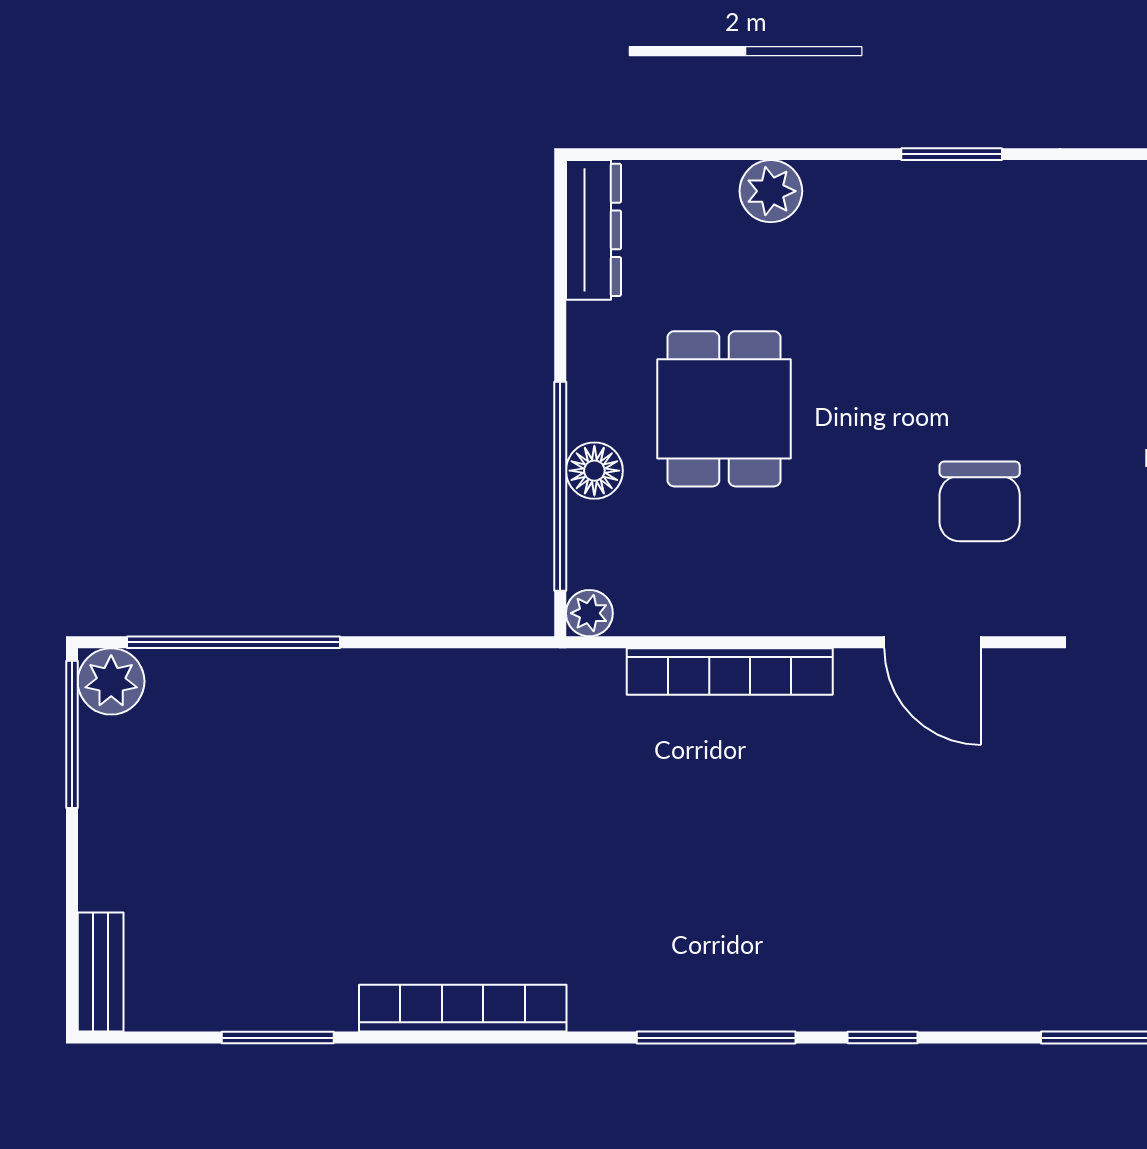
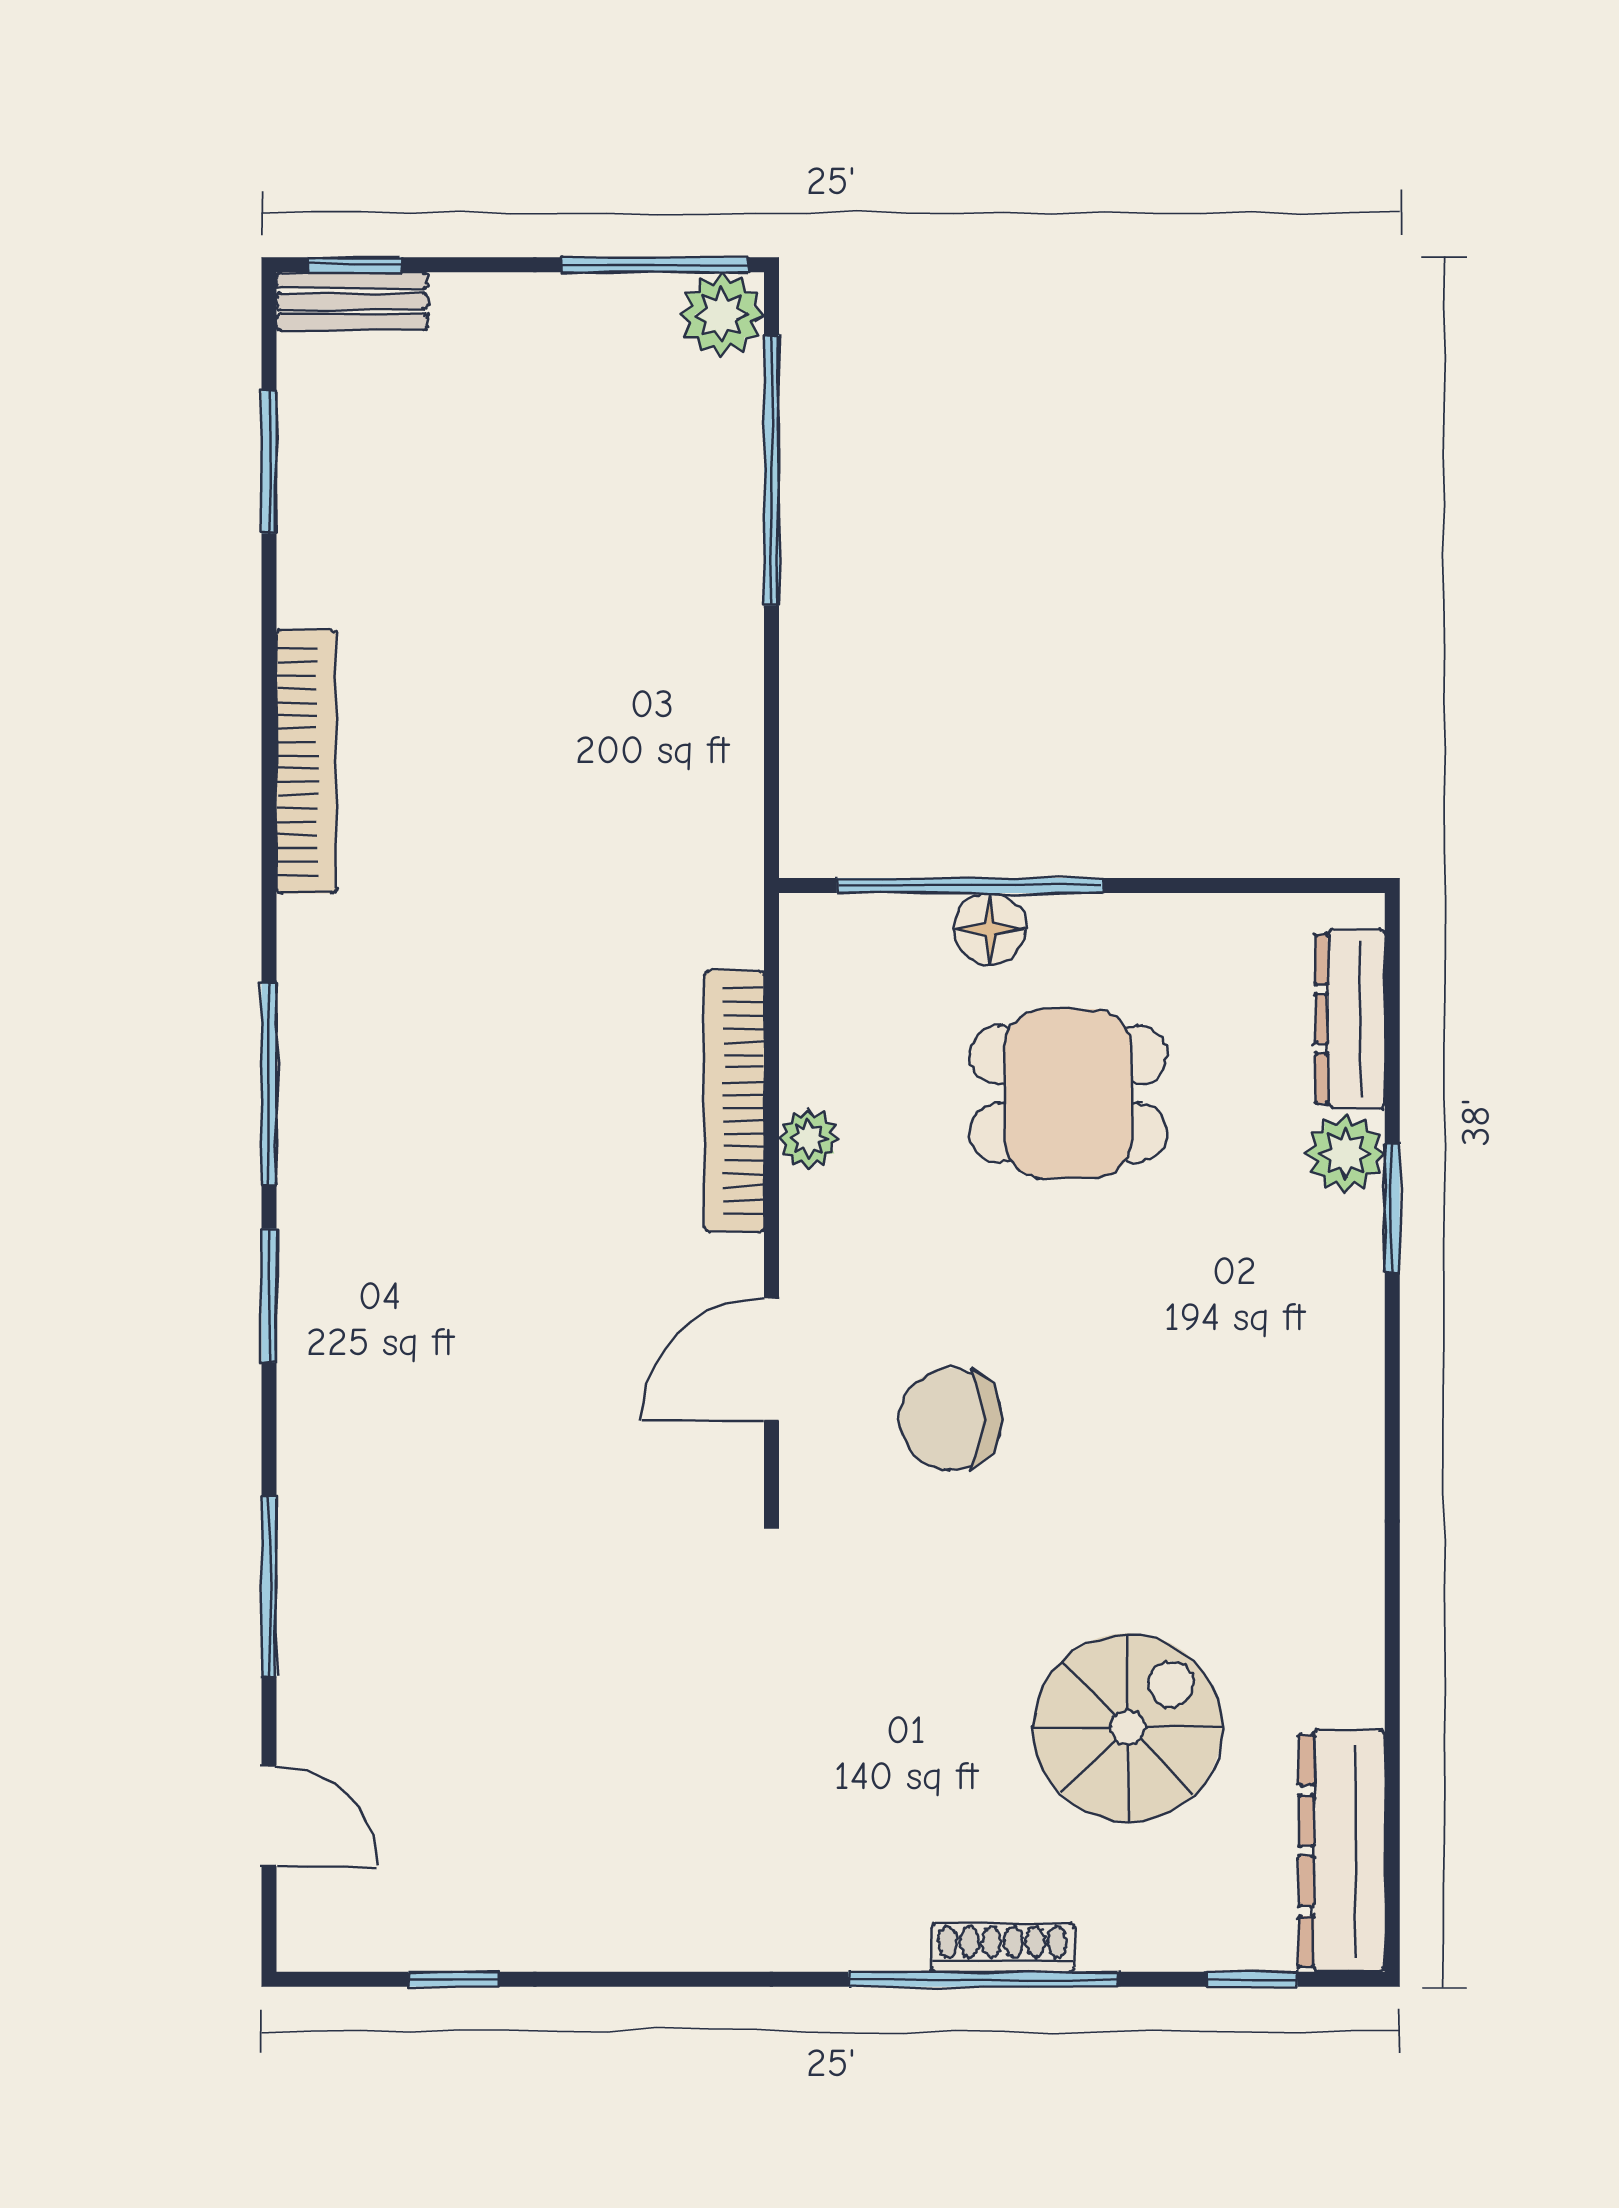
window: (952, 154) -> (1392, 1208), moved
dresser: (593, 230) -> (1350, 1019), moved, turned 90
plant: (589, 613) -> (809, 1138), moved
window: (72, 970) -> (354, 265), added
window: (278, 1038) -> (269, 462), moved
window: (883, 1038) -> (269, 1295), width x1.50

